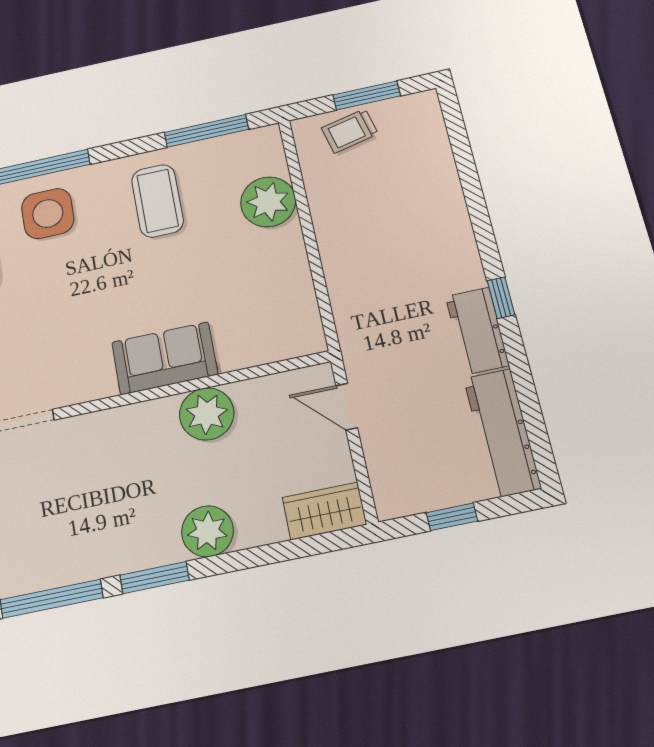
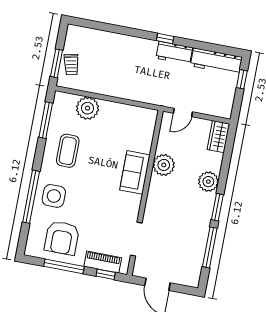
window: (367, 95) -> (56, 63), moved
coffee table: (157, 201) -> (68, 151), turned 90
window: (452, 517) -> (242, 79), moved

